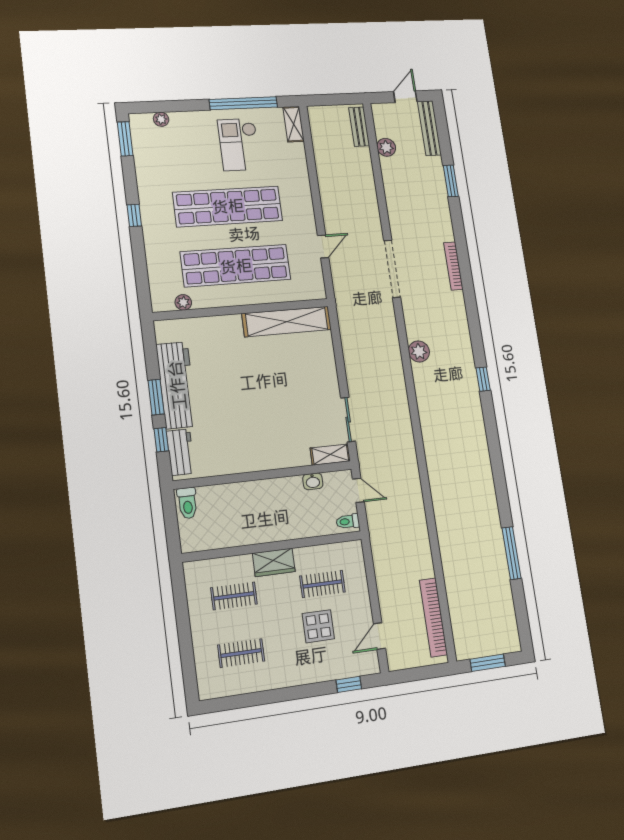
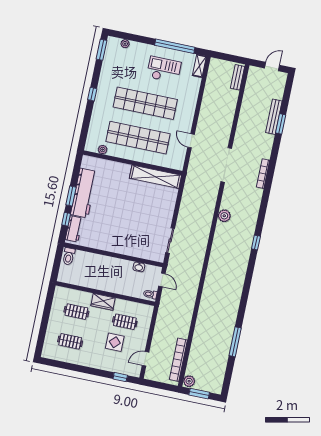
bench: (429, 128) -> (274, 117), moved
checkout: (239, 145) -> (164, 70), turned 90
plant: (386, 147) -> (189, 381), moved
door: (323, 246) -> (191, 141), swing flipped
shelving: (330, 455) -> (153, 256), removed

